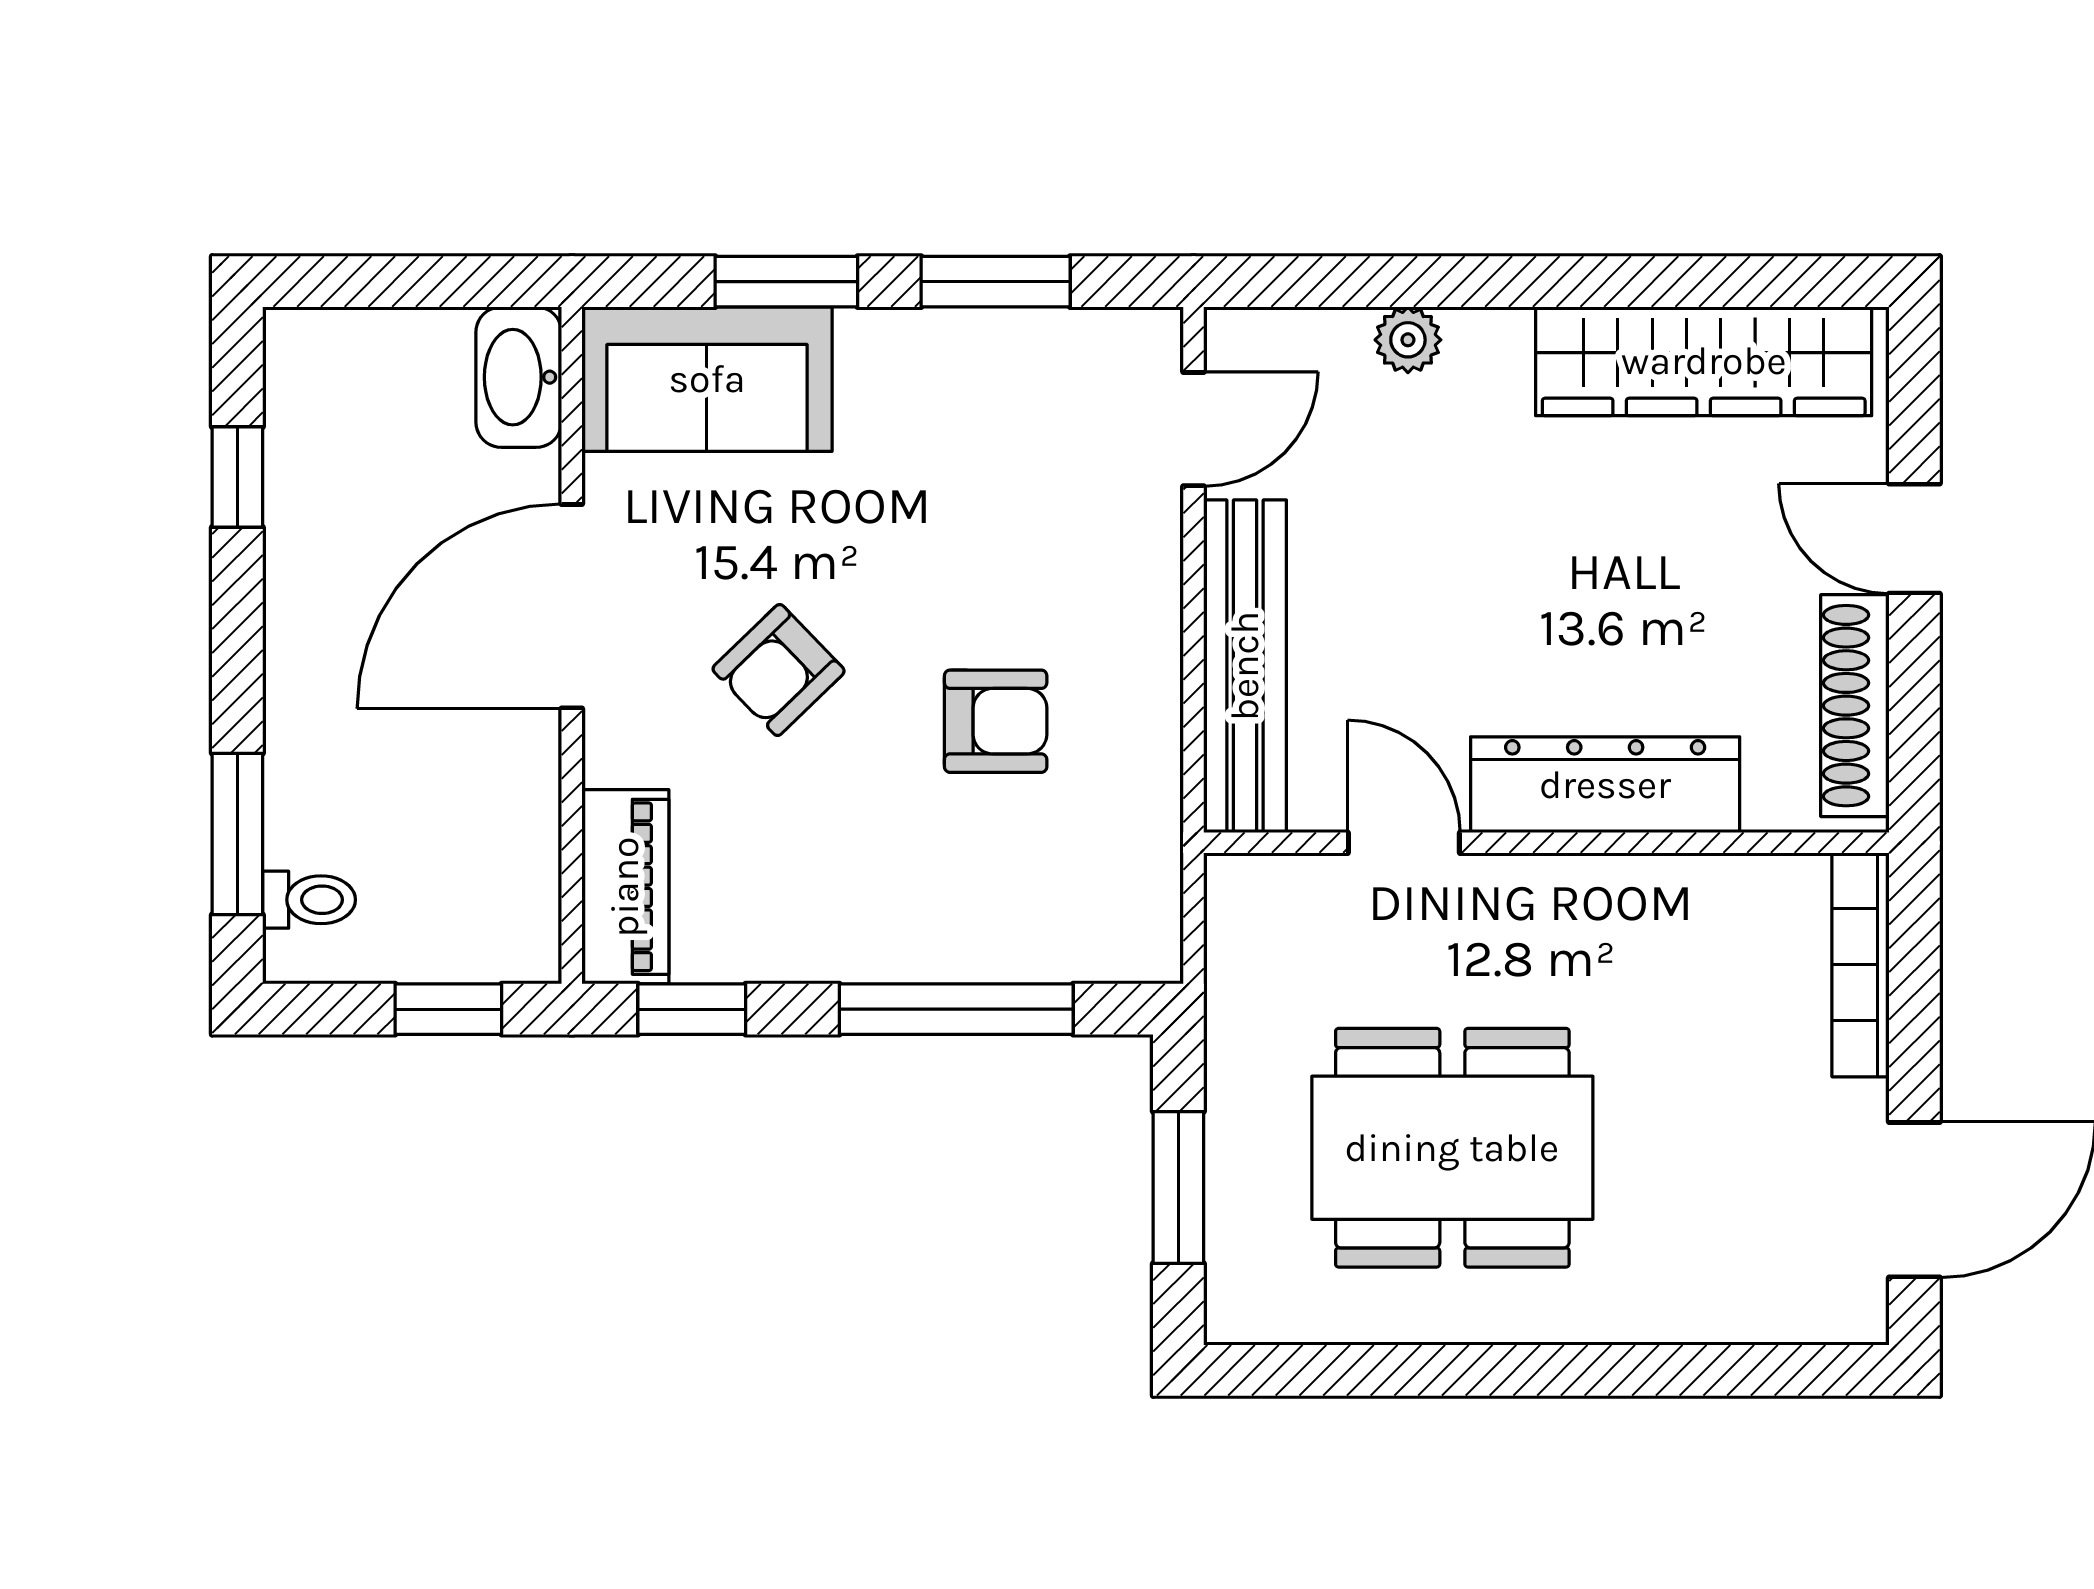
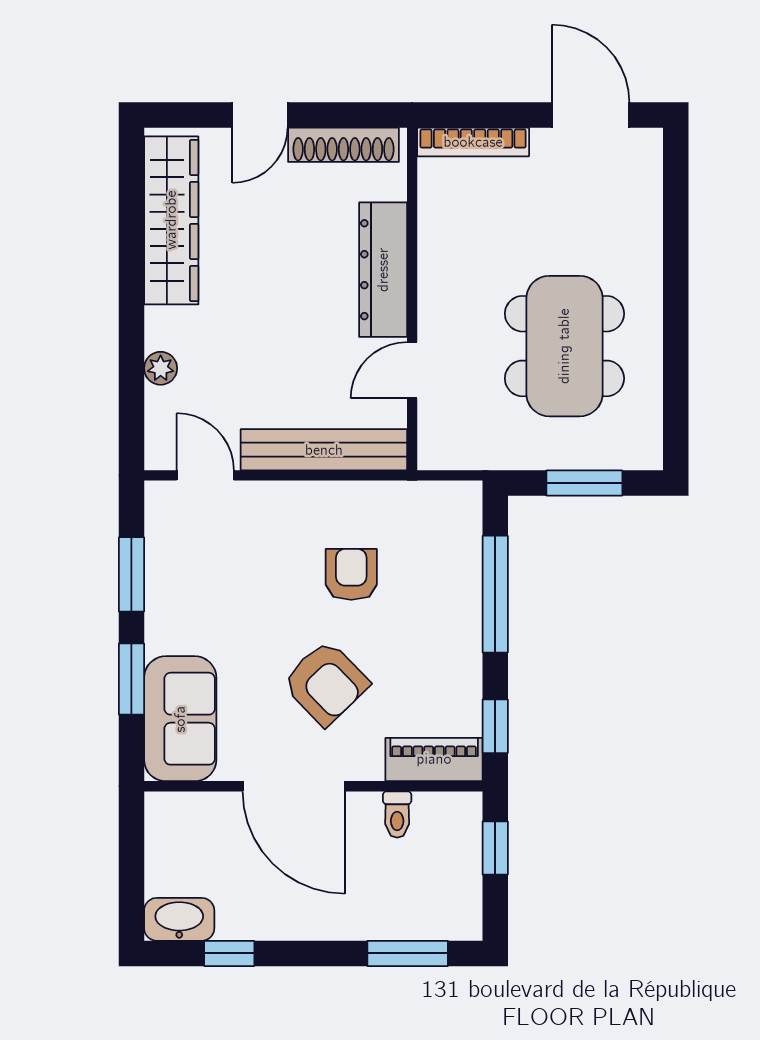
washbasin: (519, 377) -> (179, 919), moved, turned 180
armchair: (779, 670) -> (326, 683), width x1.38, depth x1.38
toilet: (309, 900) -> (397, 815), moved, turned 180

